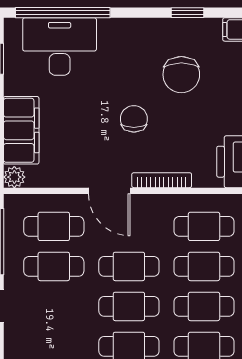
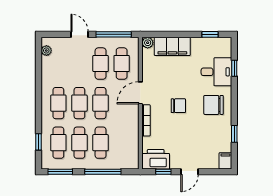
window: (63, 13) -> (234, 68), width x0.32
desk: (60, 47) -> (216, 72), width x0.73
chair: (181, 75) -> (214, 105), moved
cafe table: (204, 226) -> (122, 143), removed

